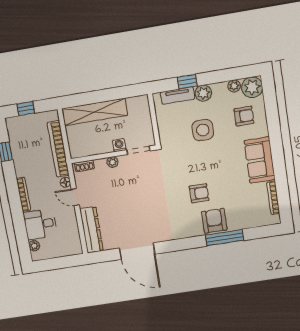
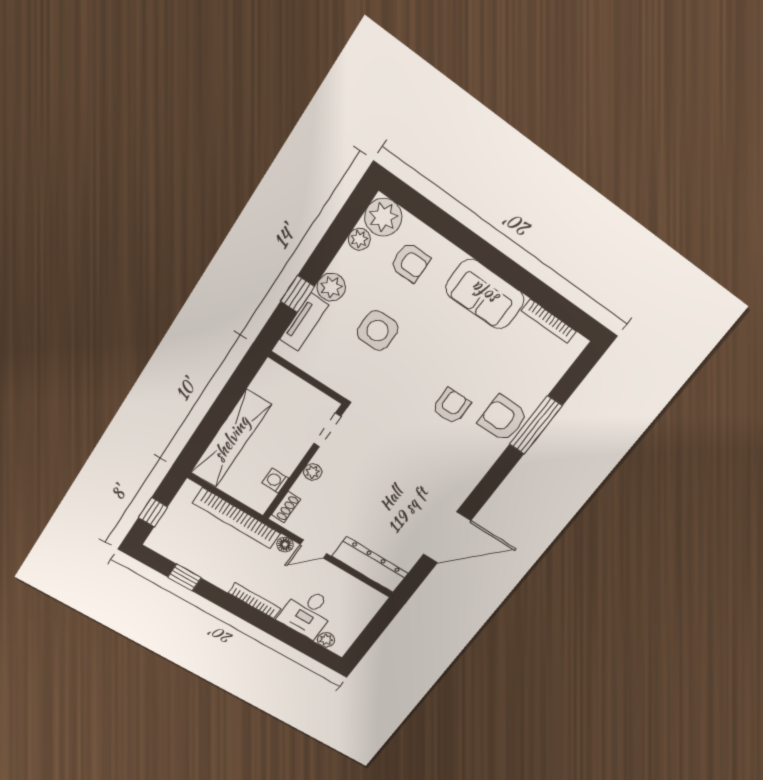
armchair: (244, 116) -> (410, 262), turned 90
washing machine: (119, 145) -> (275, 481), moved

